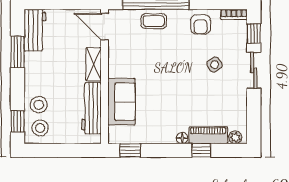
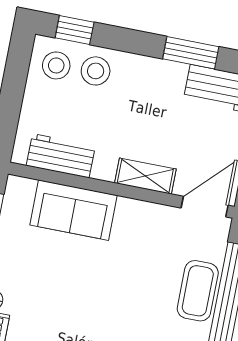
coffee table: (154, 21) -> (198, 291), width x1.36, depth x1.30
workbench: (92, 108) -> (61, 156), width x0.73

